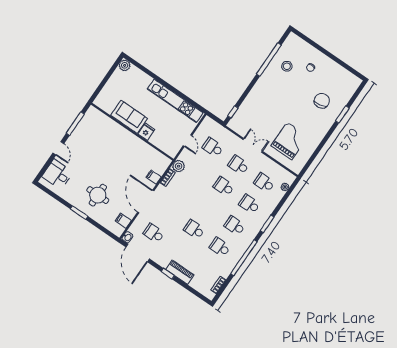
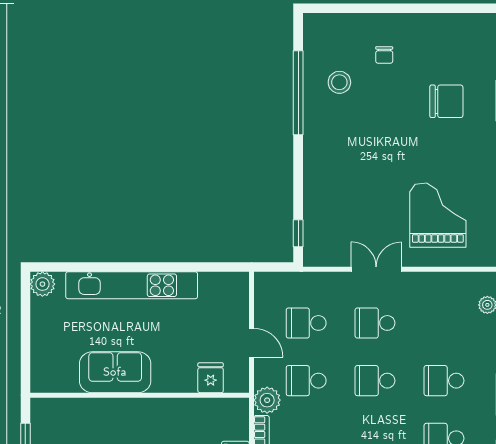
kitchen unit: (175, 101) -> (132, 285), moved
chair: (322, 101) -> (446, 101), turned 101
fridge: (146, 132) -> (211, 378), moved
school desk: (264, 183) -> (306, 381), moved

